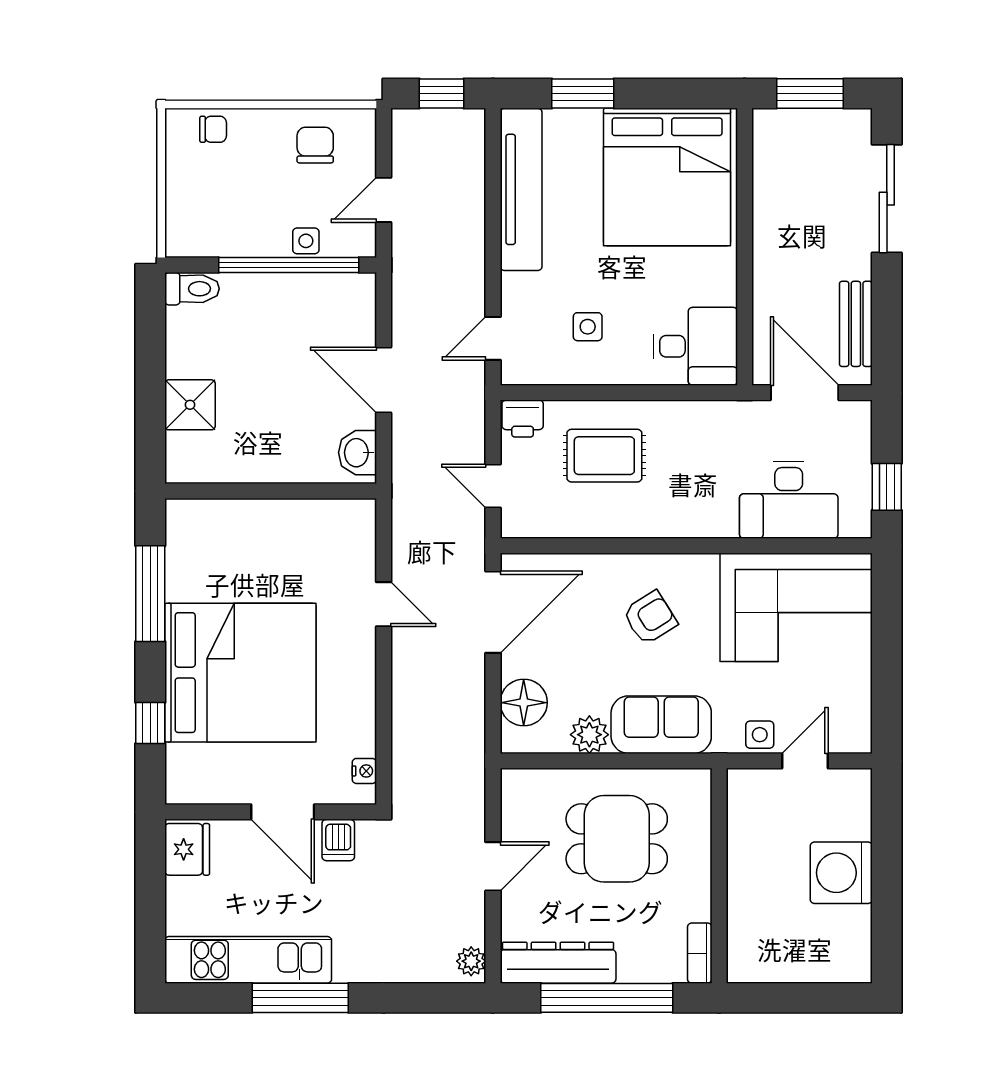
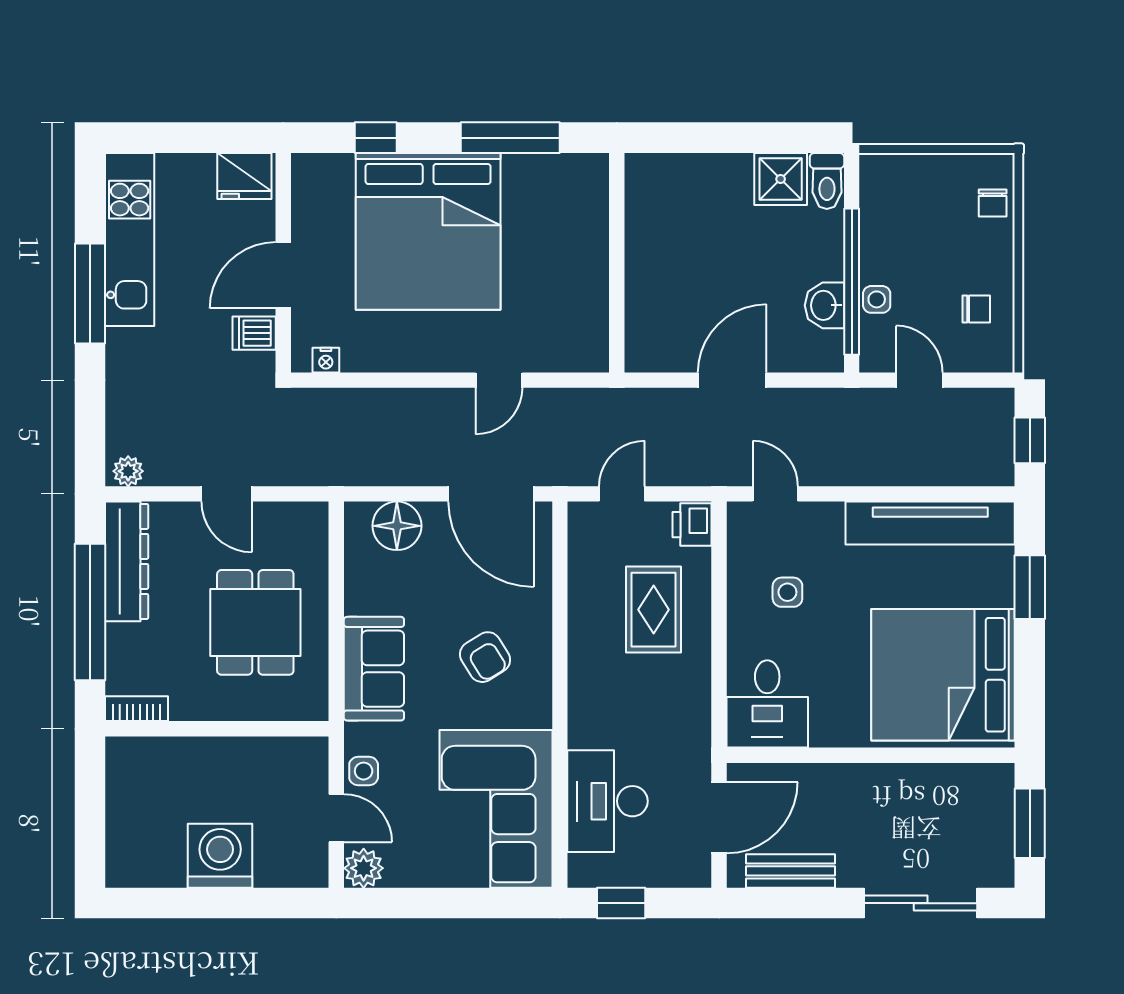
chair: (315, 145) -> (976, 309), width x0.73, depth x0.73
shower: (190, 405) -> (781, 179), moved
washbasin: (357, 453) -> (825, 305), moved, turned -90
plant: (589, 735) -> (364, 868), moved

